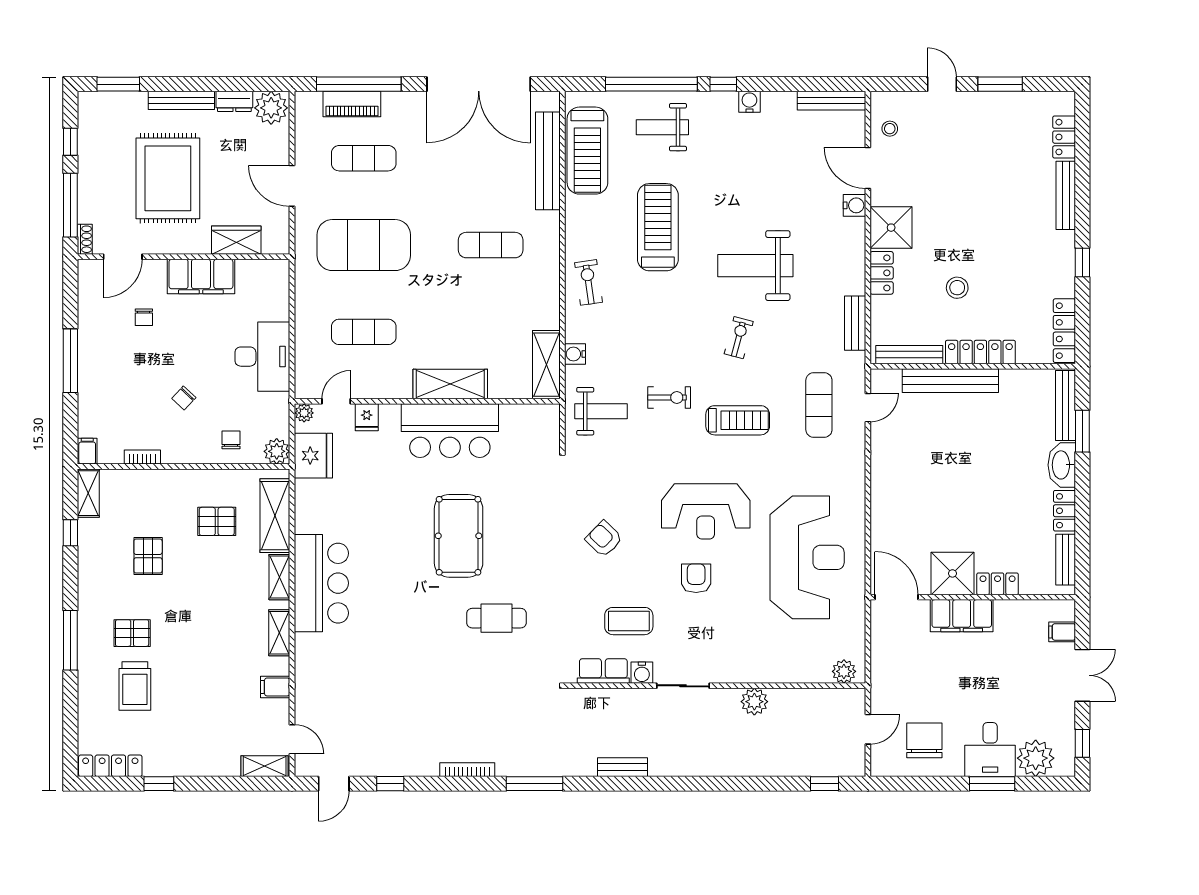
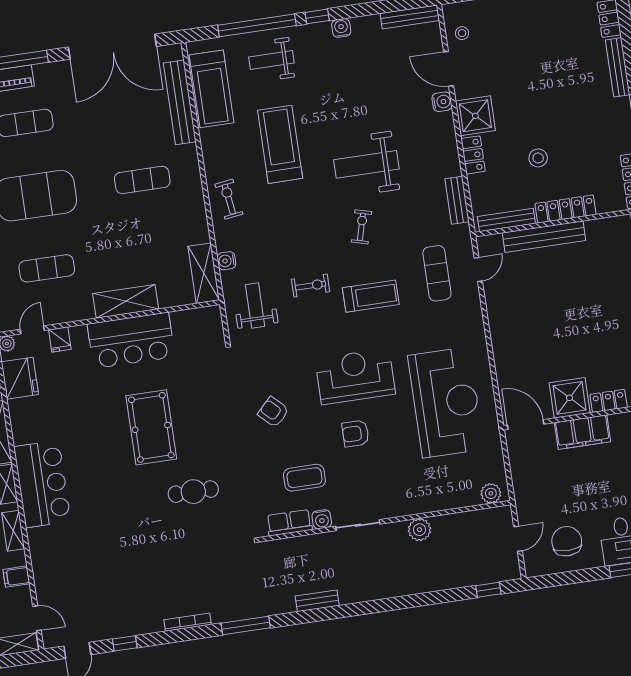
weight bench: (601, 411) -> (255, 305), turned -90
reception desk: (706, 511) -> (355, 376), turned 180
armchair: (696, 578) -> (355, 433), turned -90

